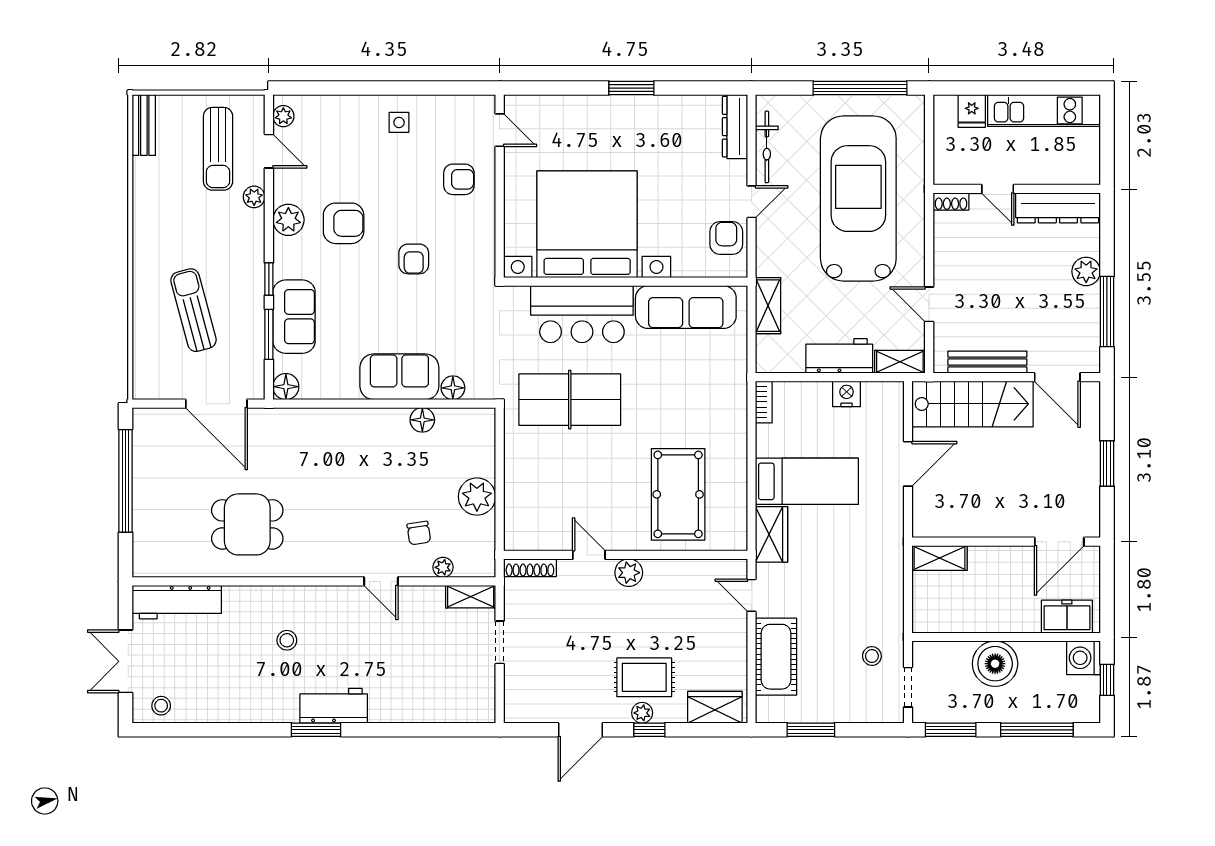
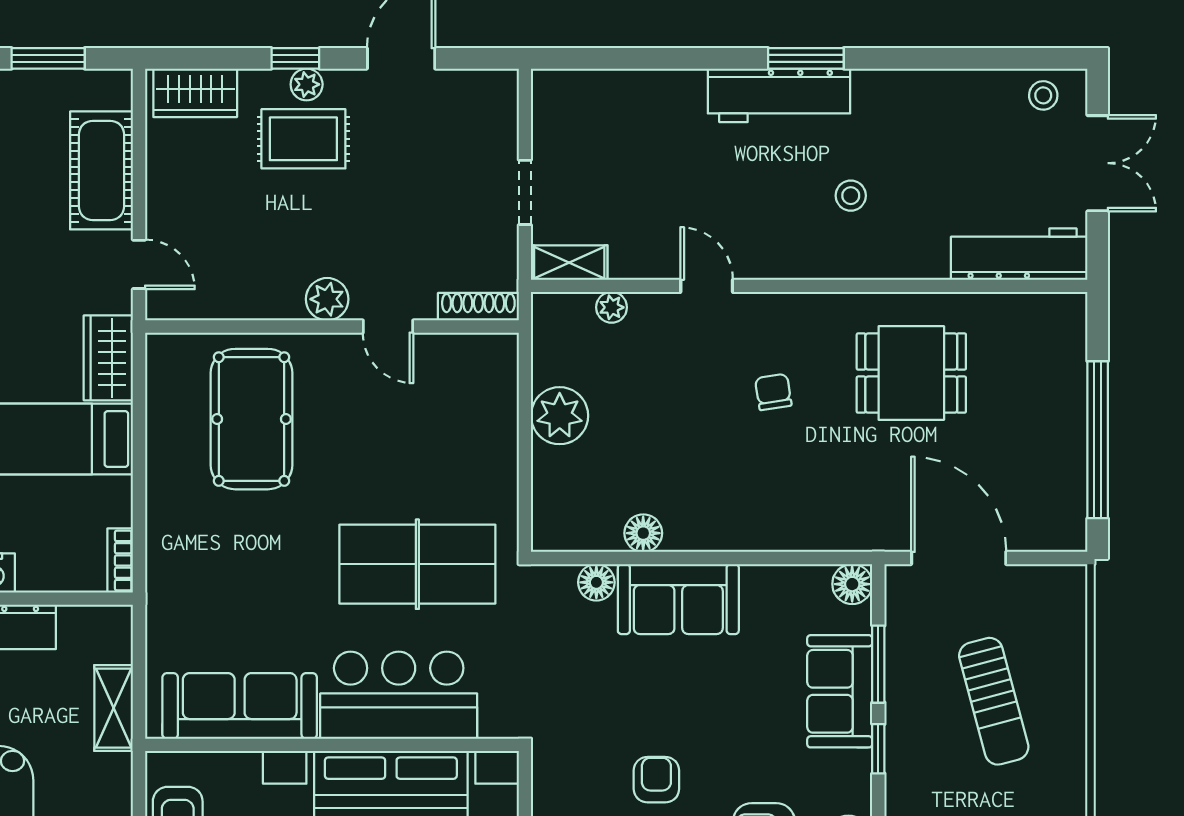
chair: (419, 533) -> (773, 392), moved
workbench: (334, 706) -> (779, 95), width x1.38

